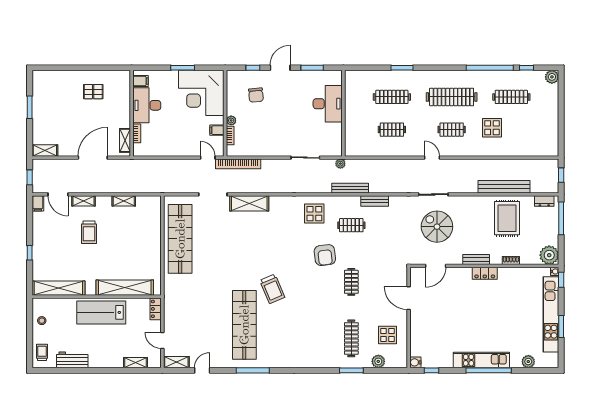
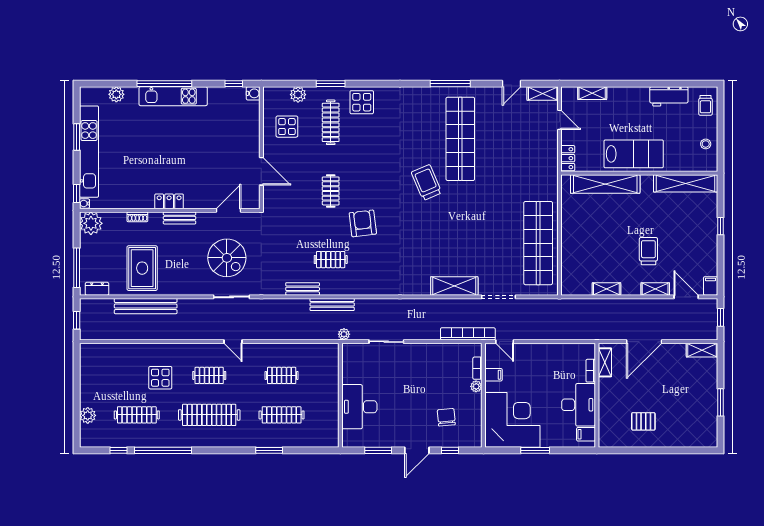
plant: (552, 77) -> (88, 415), moved
display table: (314, 214) -> (362, 102), moved

